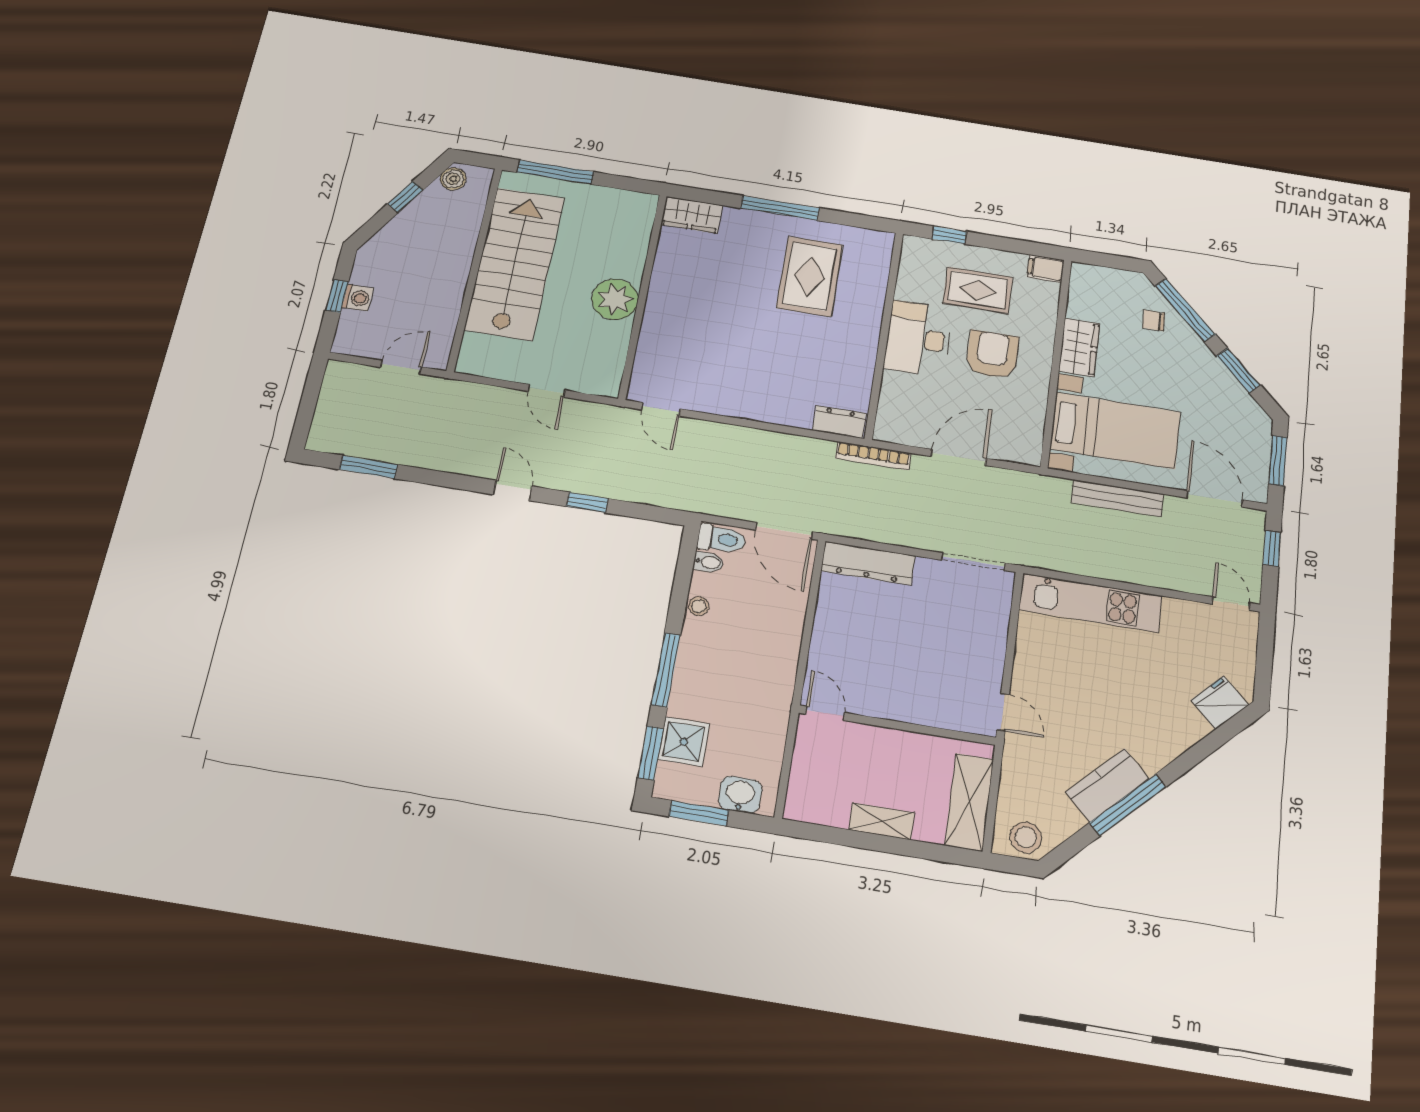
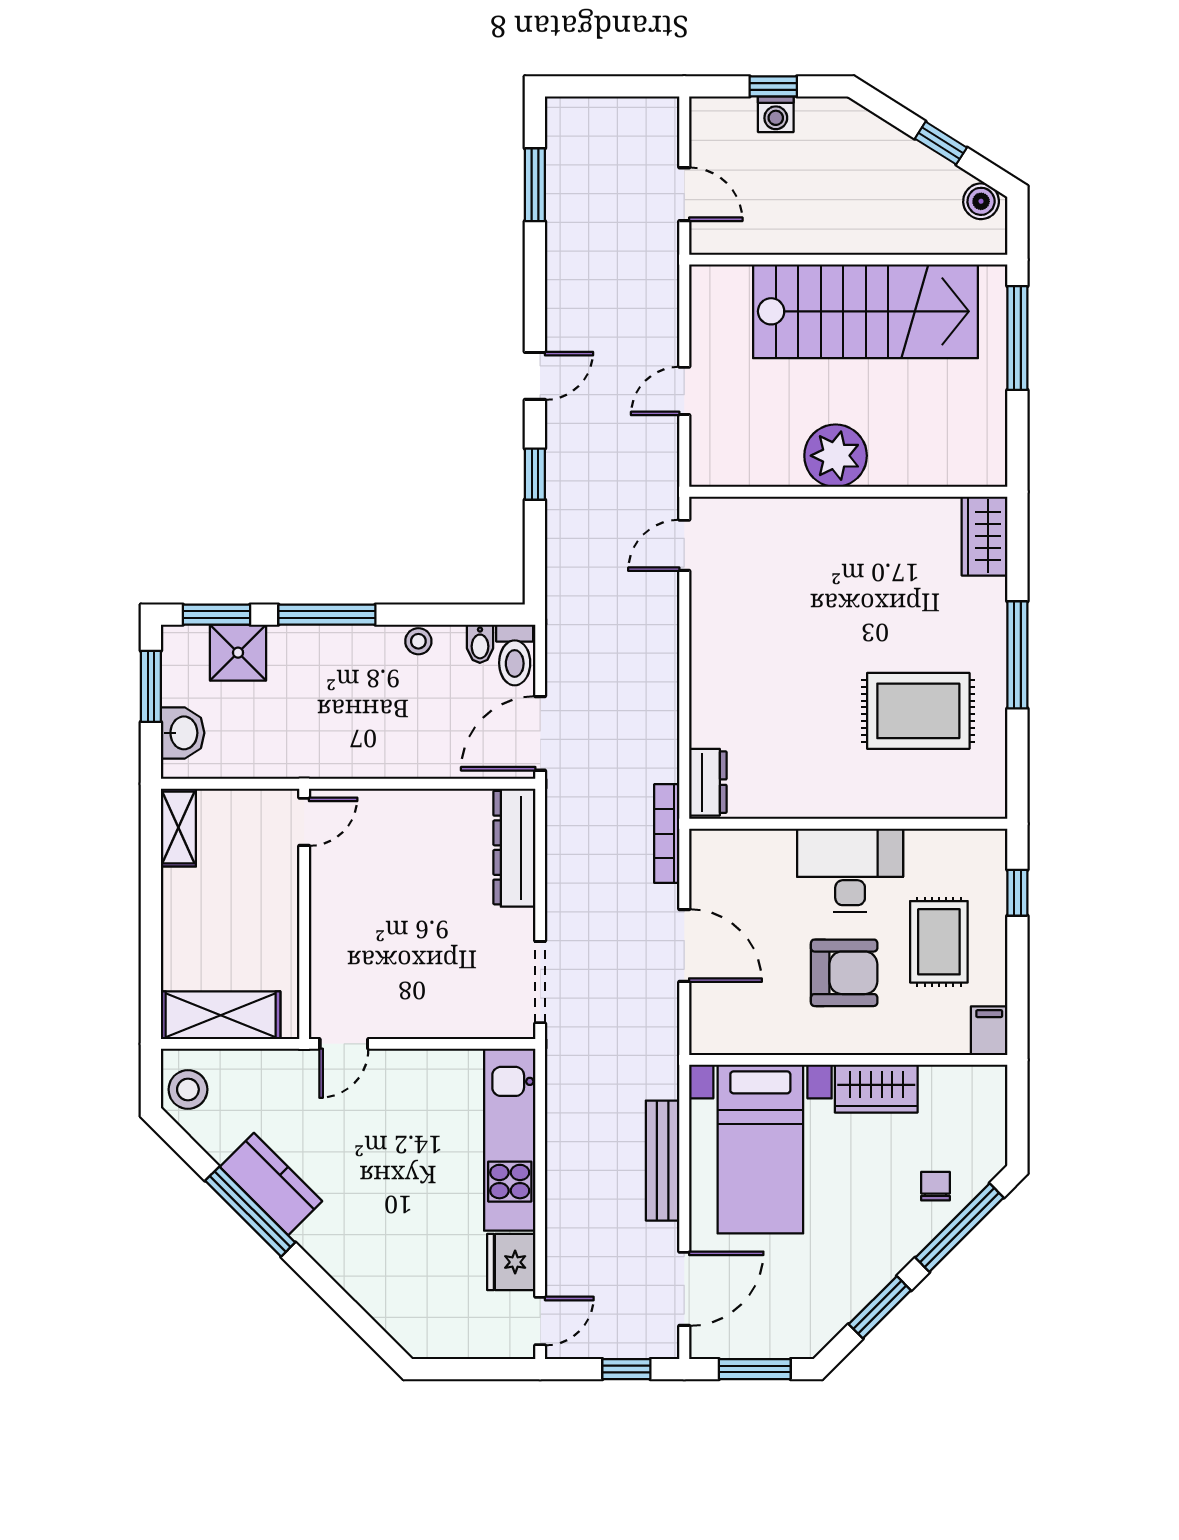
fridge: (1220, 703) -> (511, 1262), moved, turned -135
shelving: (882, 821) -> (178, 828), moved

